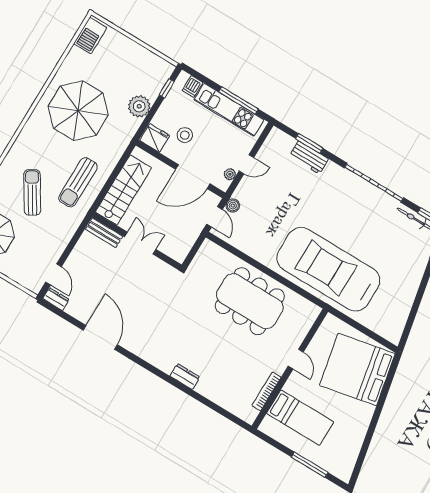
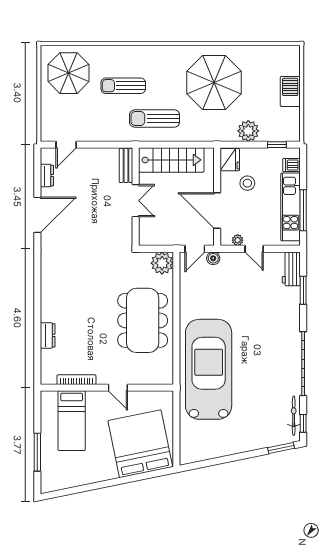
barbecue: (90, 36) -> (290, 91), moved, turned 90
workbench: (309, 158) -> (291, 269), moved
sun lounger: (32, 192) -> (123, 86), turned -148
plant: (210, 253) -> (162, 263), added
dresser: (56, 299) -> (47, 176), moved
door: (296, 359) -> (118, 388), hinge flipped
dresser: (185, 376) -> (48, 335), moved

